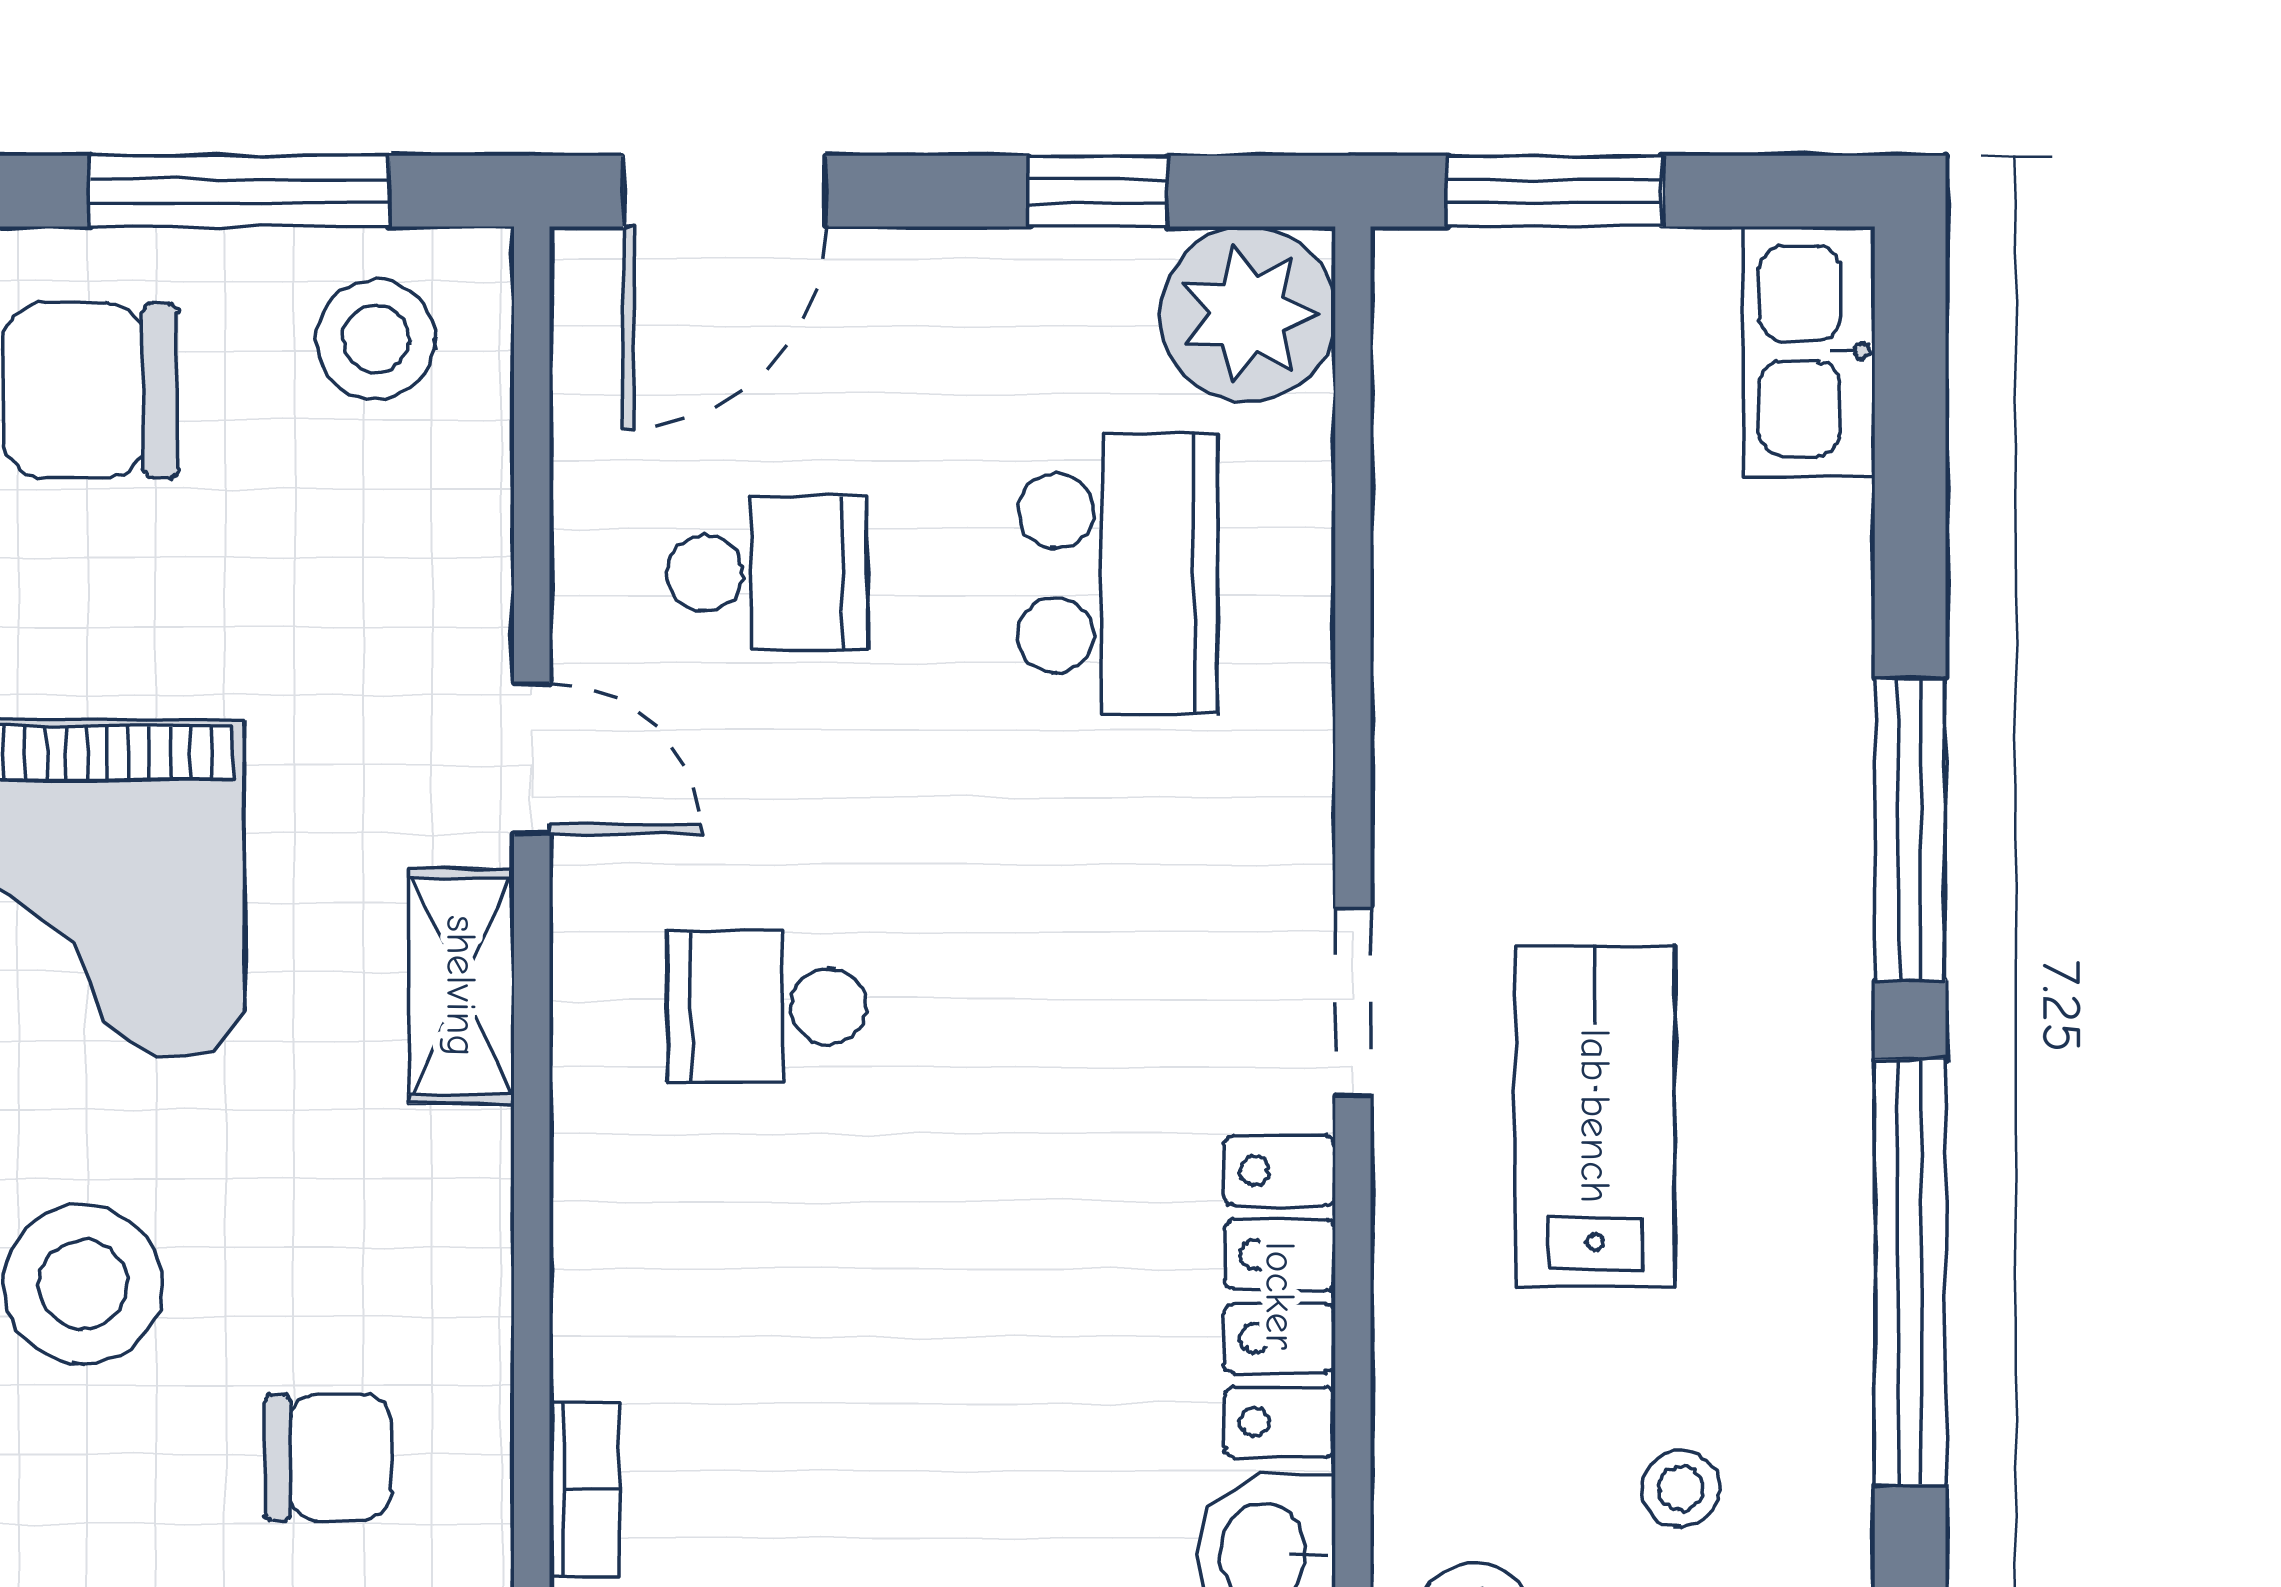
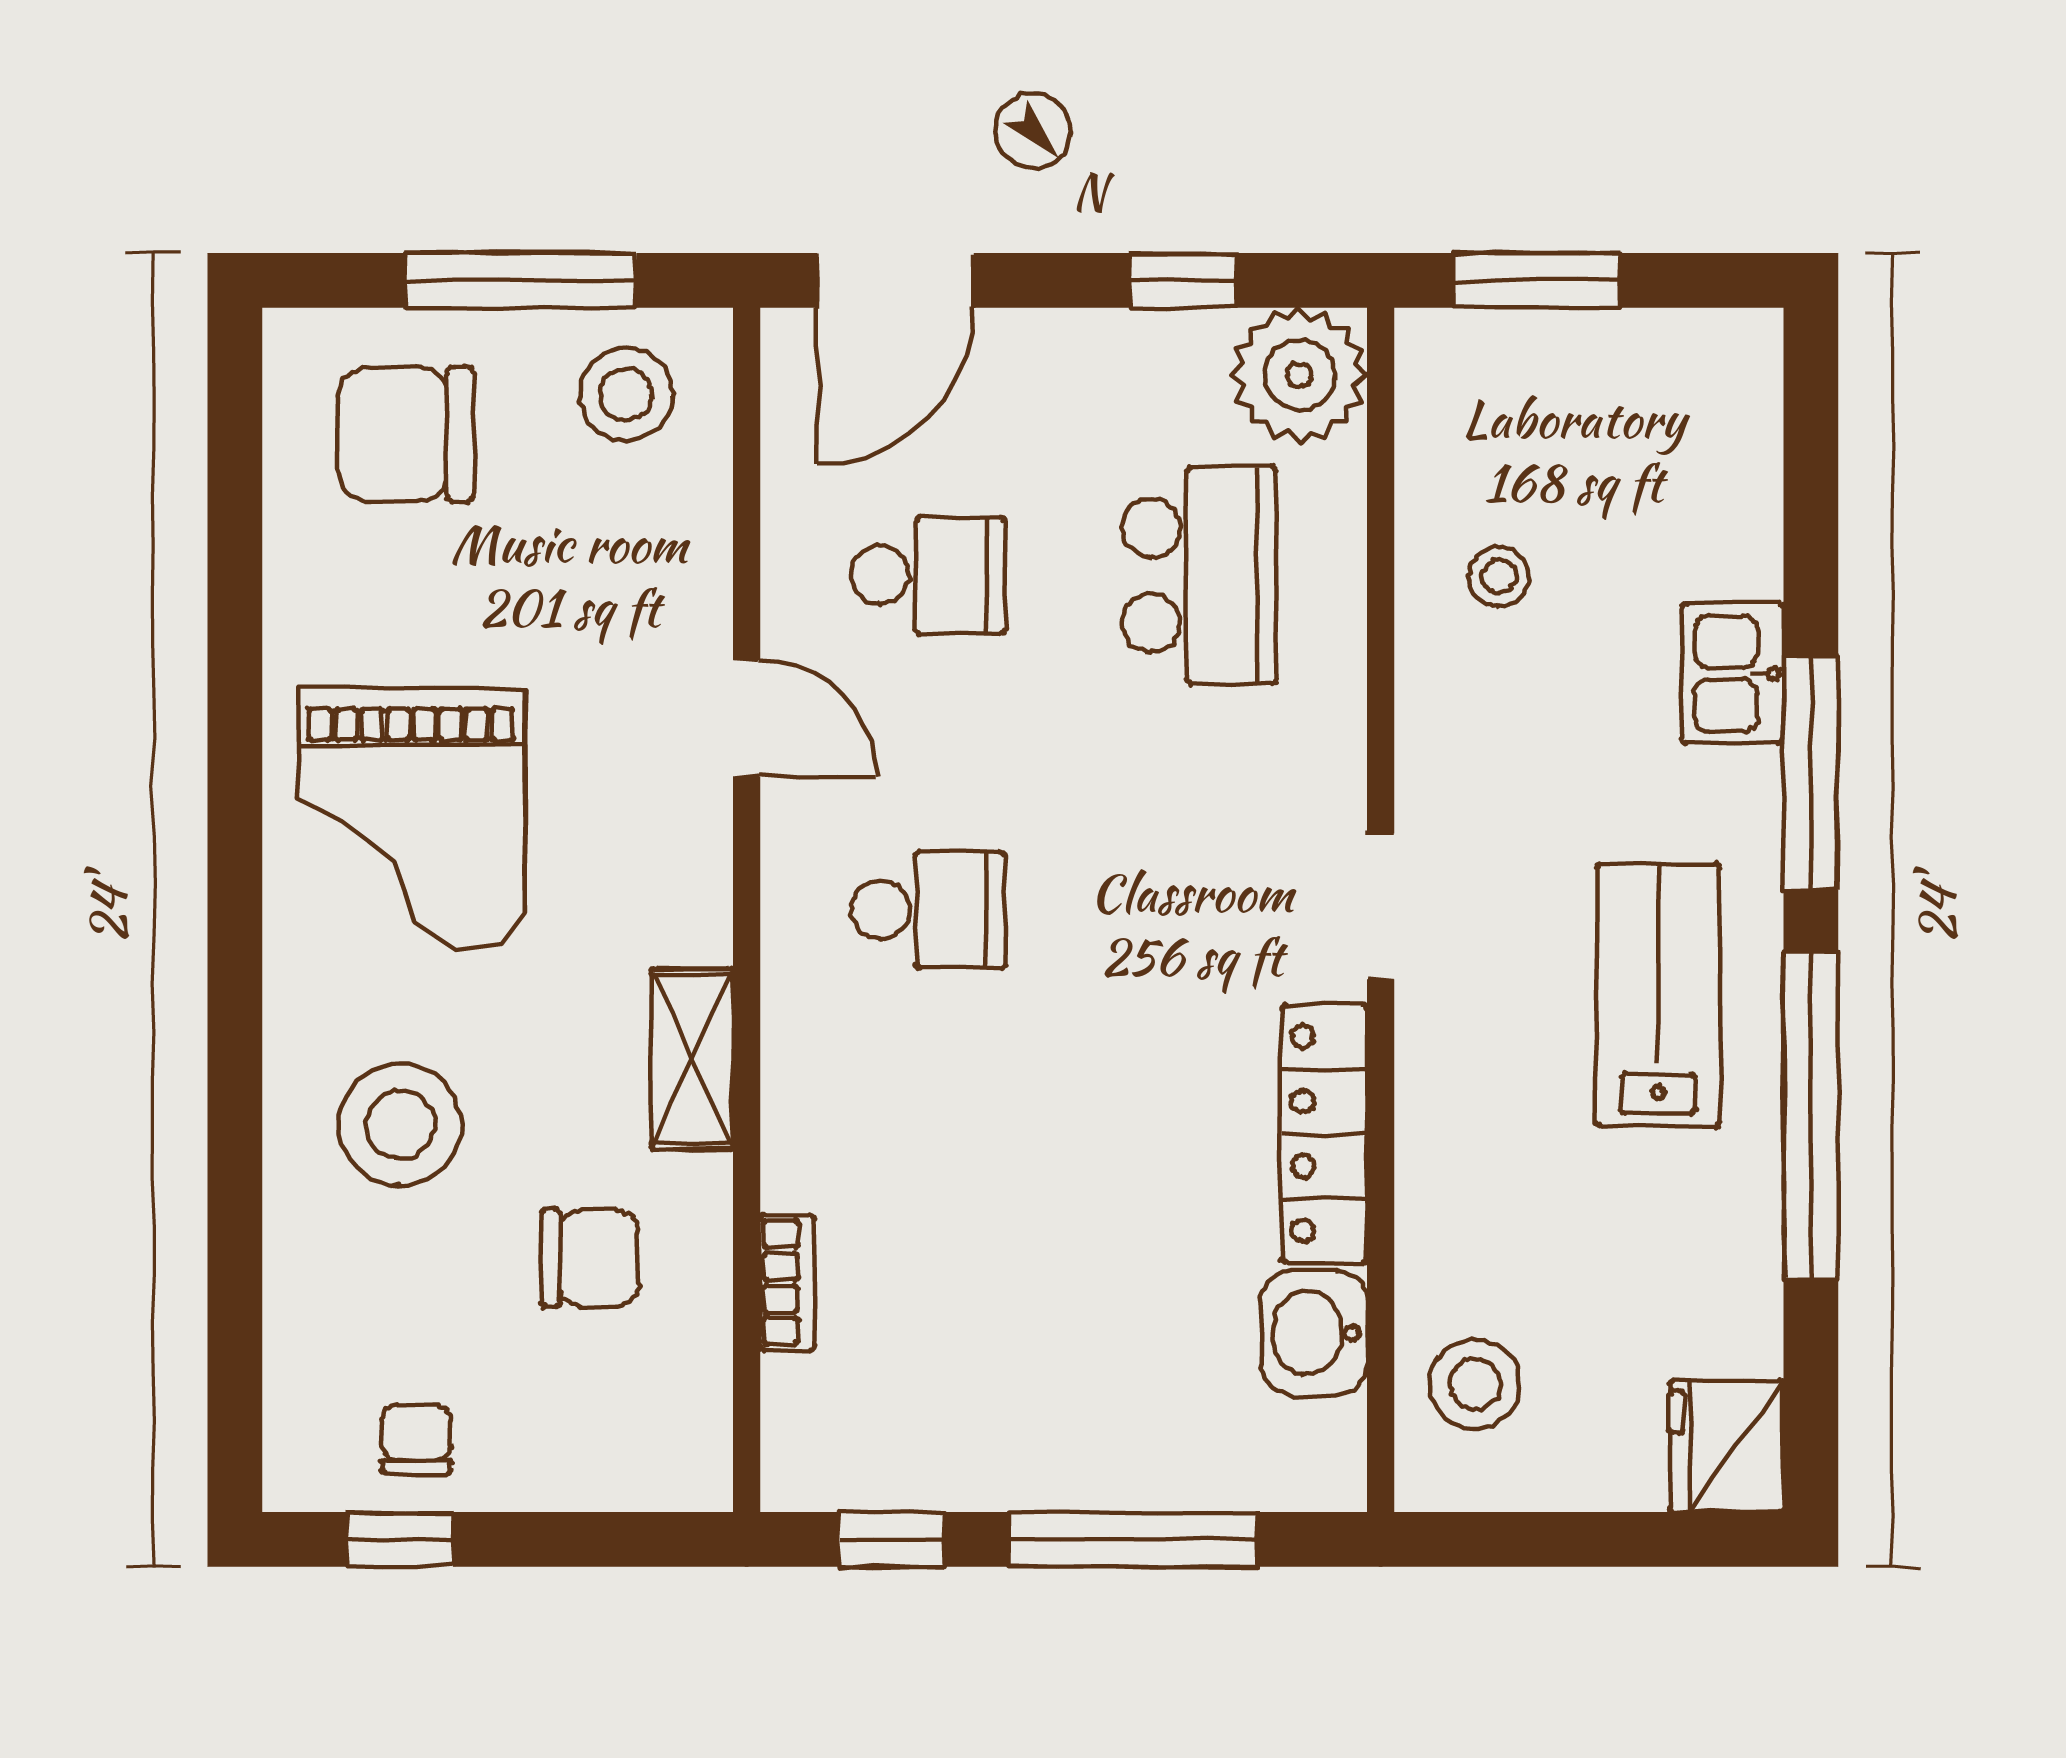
kitchen sink: (1809, 351) -> (1733, 674), moved, width x0.73
shelving: (461, 986) -> (692, 1059), moved
school desk: (767, 1006) -> (928, 910), turned 180
lab bench: (1595, 1116) -> (1658, 995), moved
stool: (1681, 1488) -> (1499, 577), moved

